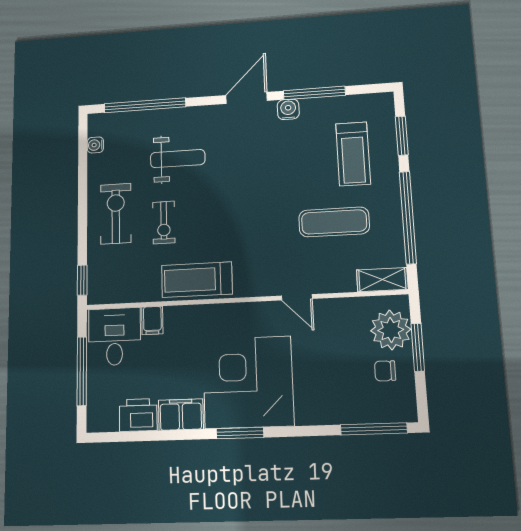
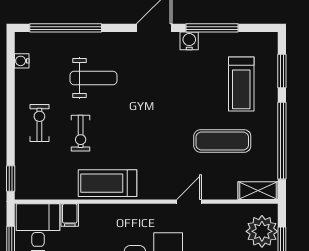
exercise bike: (116, 214) -> (39, 123), width x0.73, depth x0.72
door: (297, 297) -> (189, 202), swing flipped

